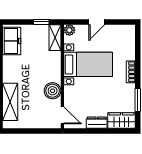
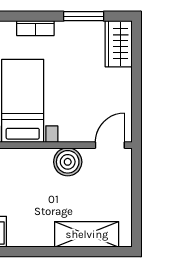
dresser: (97, 123) -> (122, 86), removed

